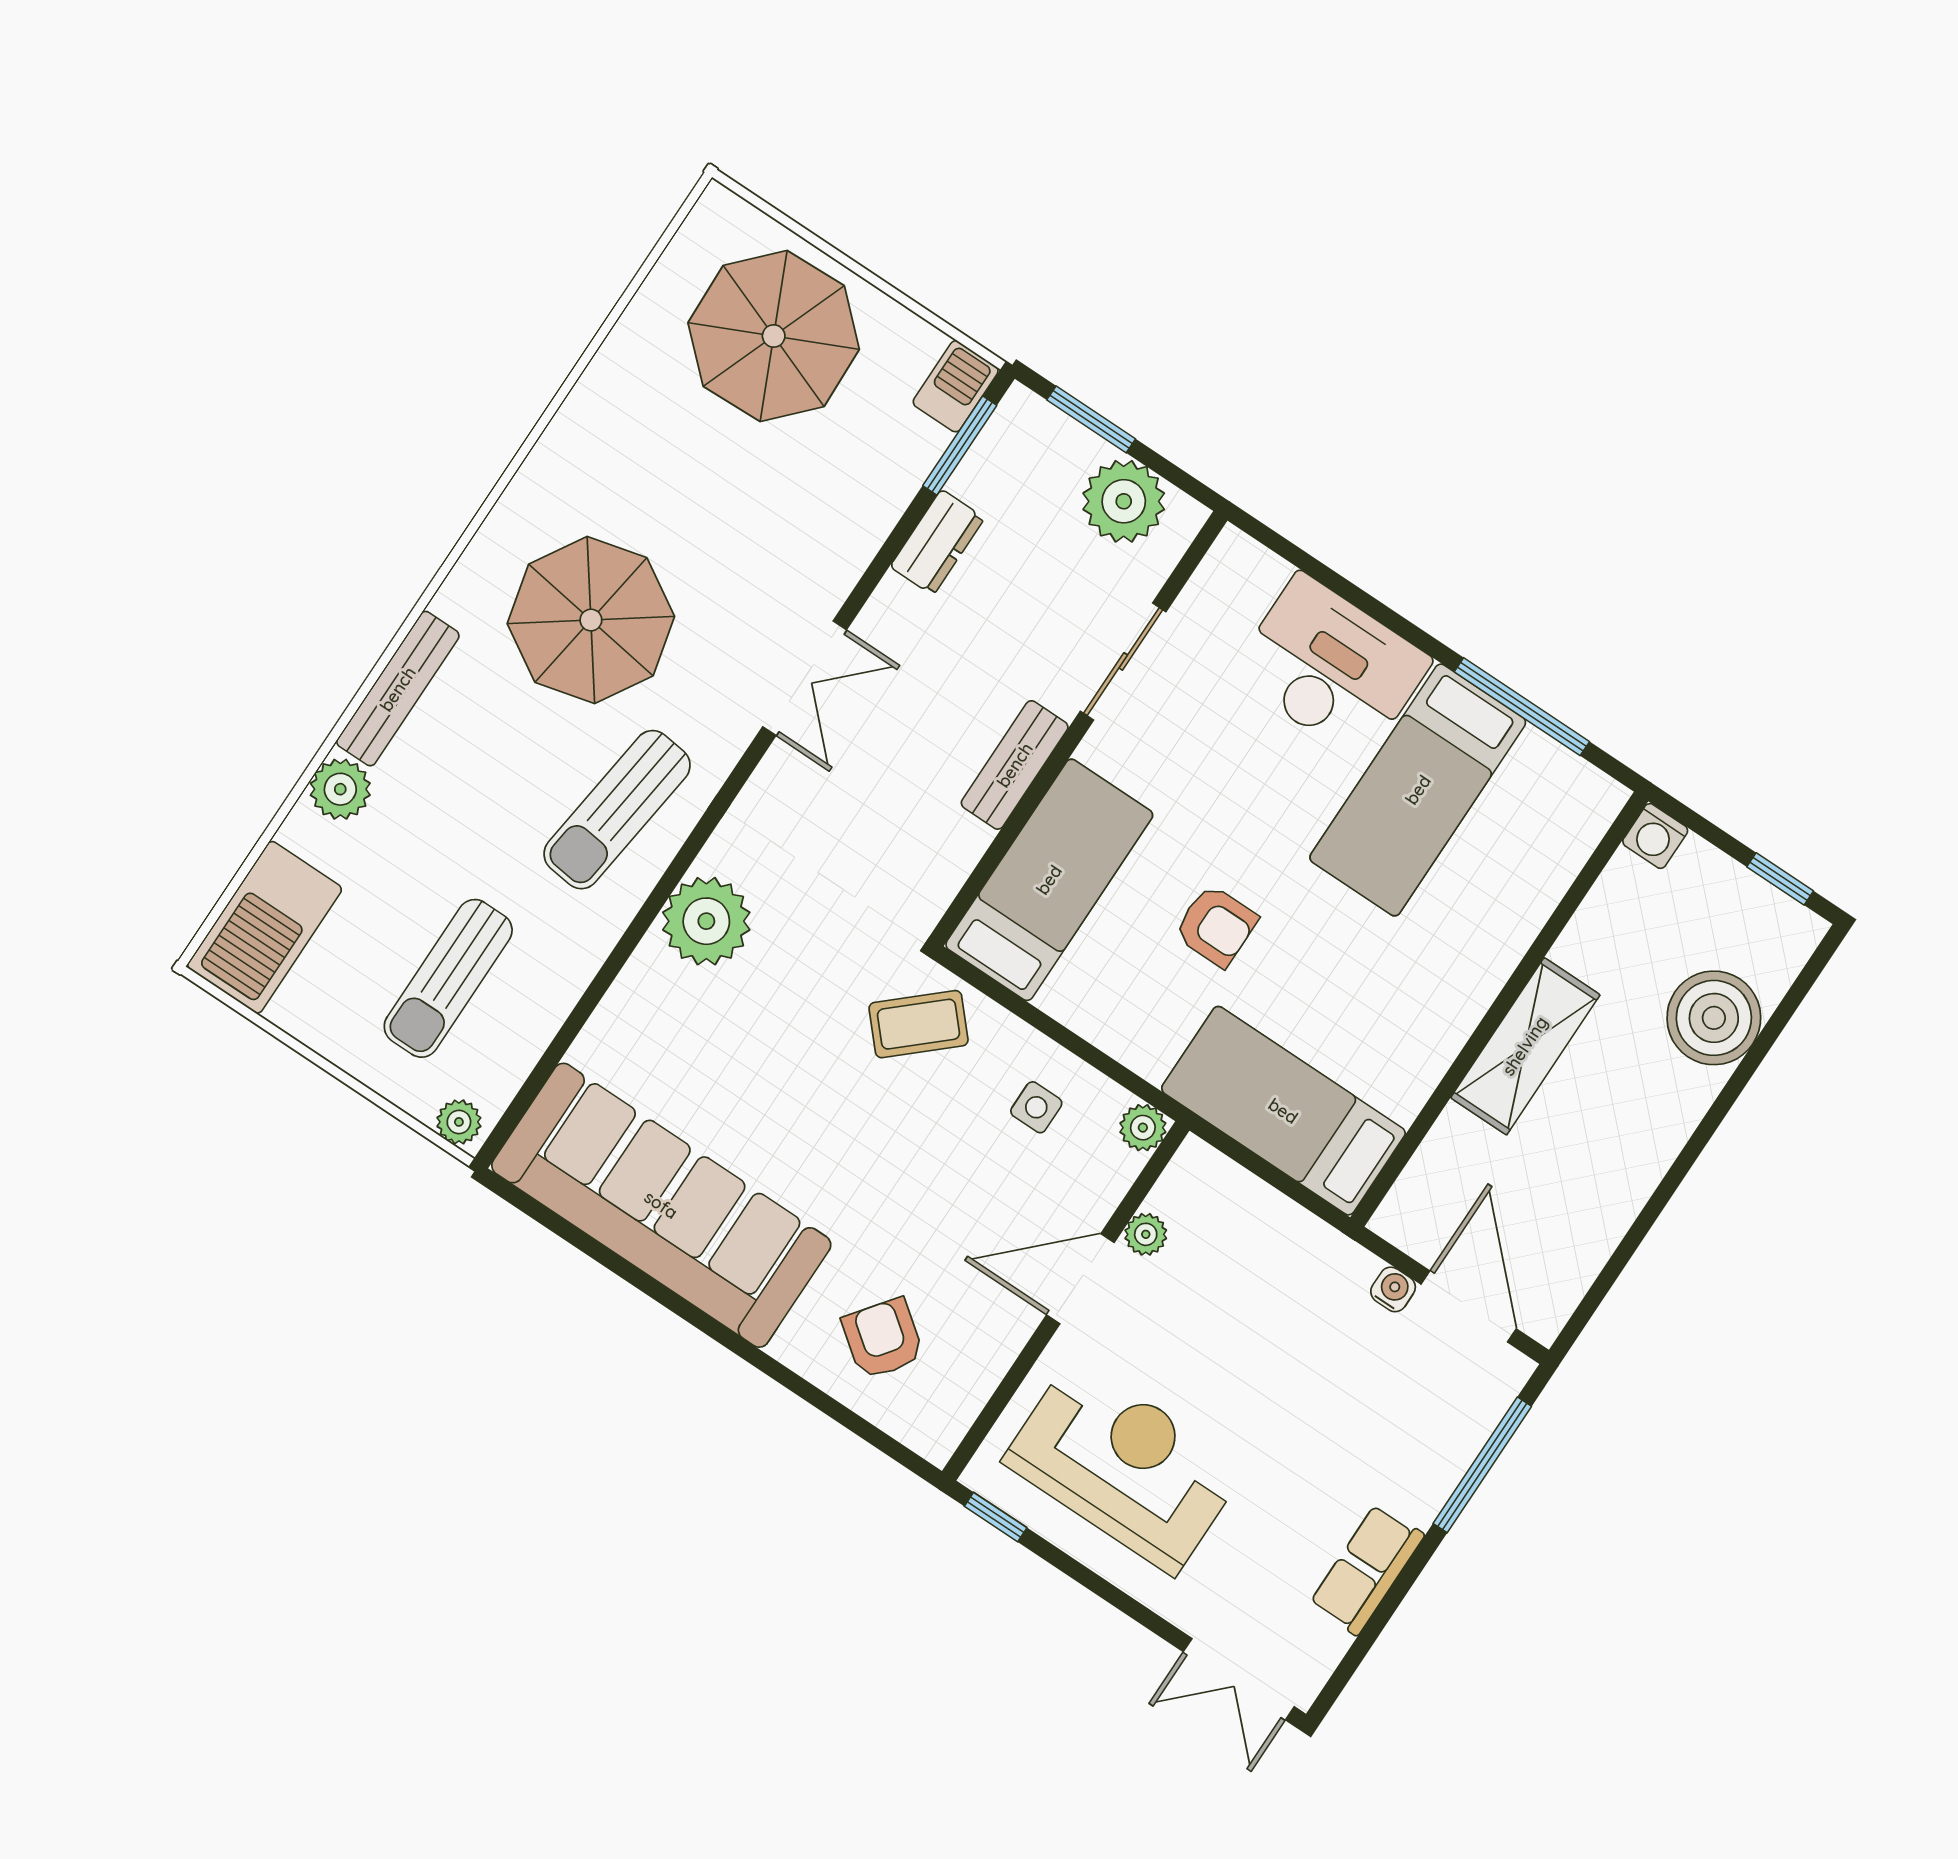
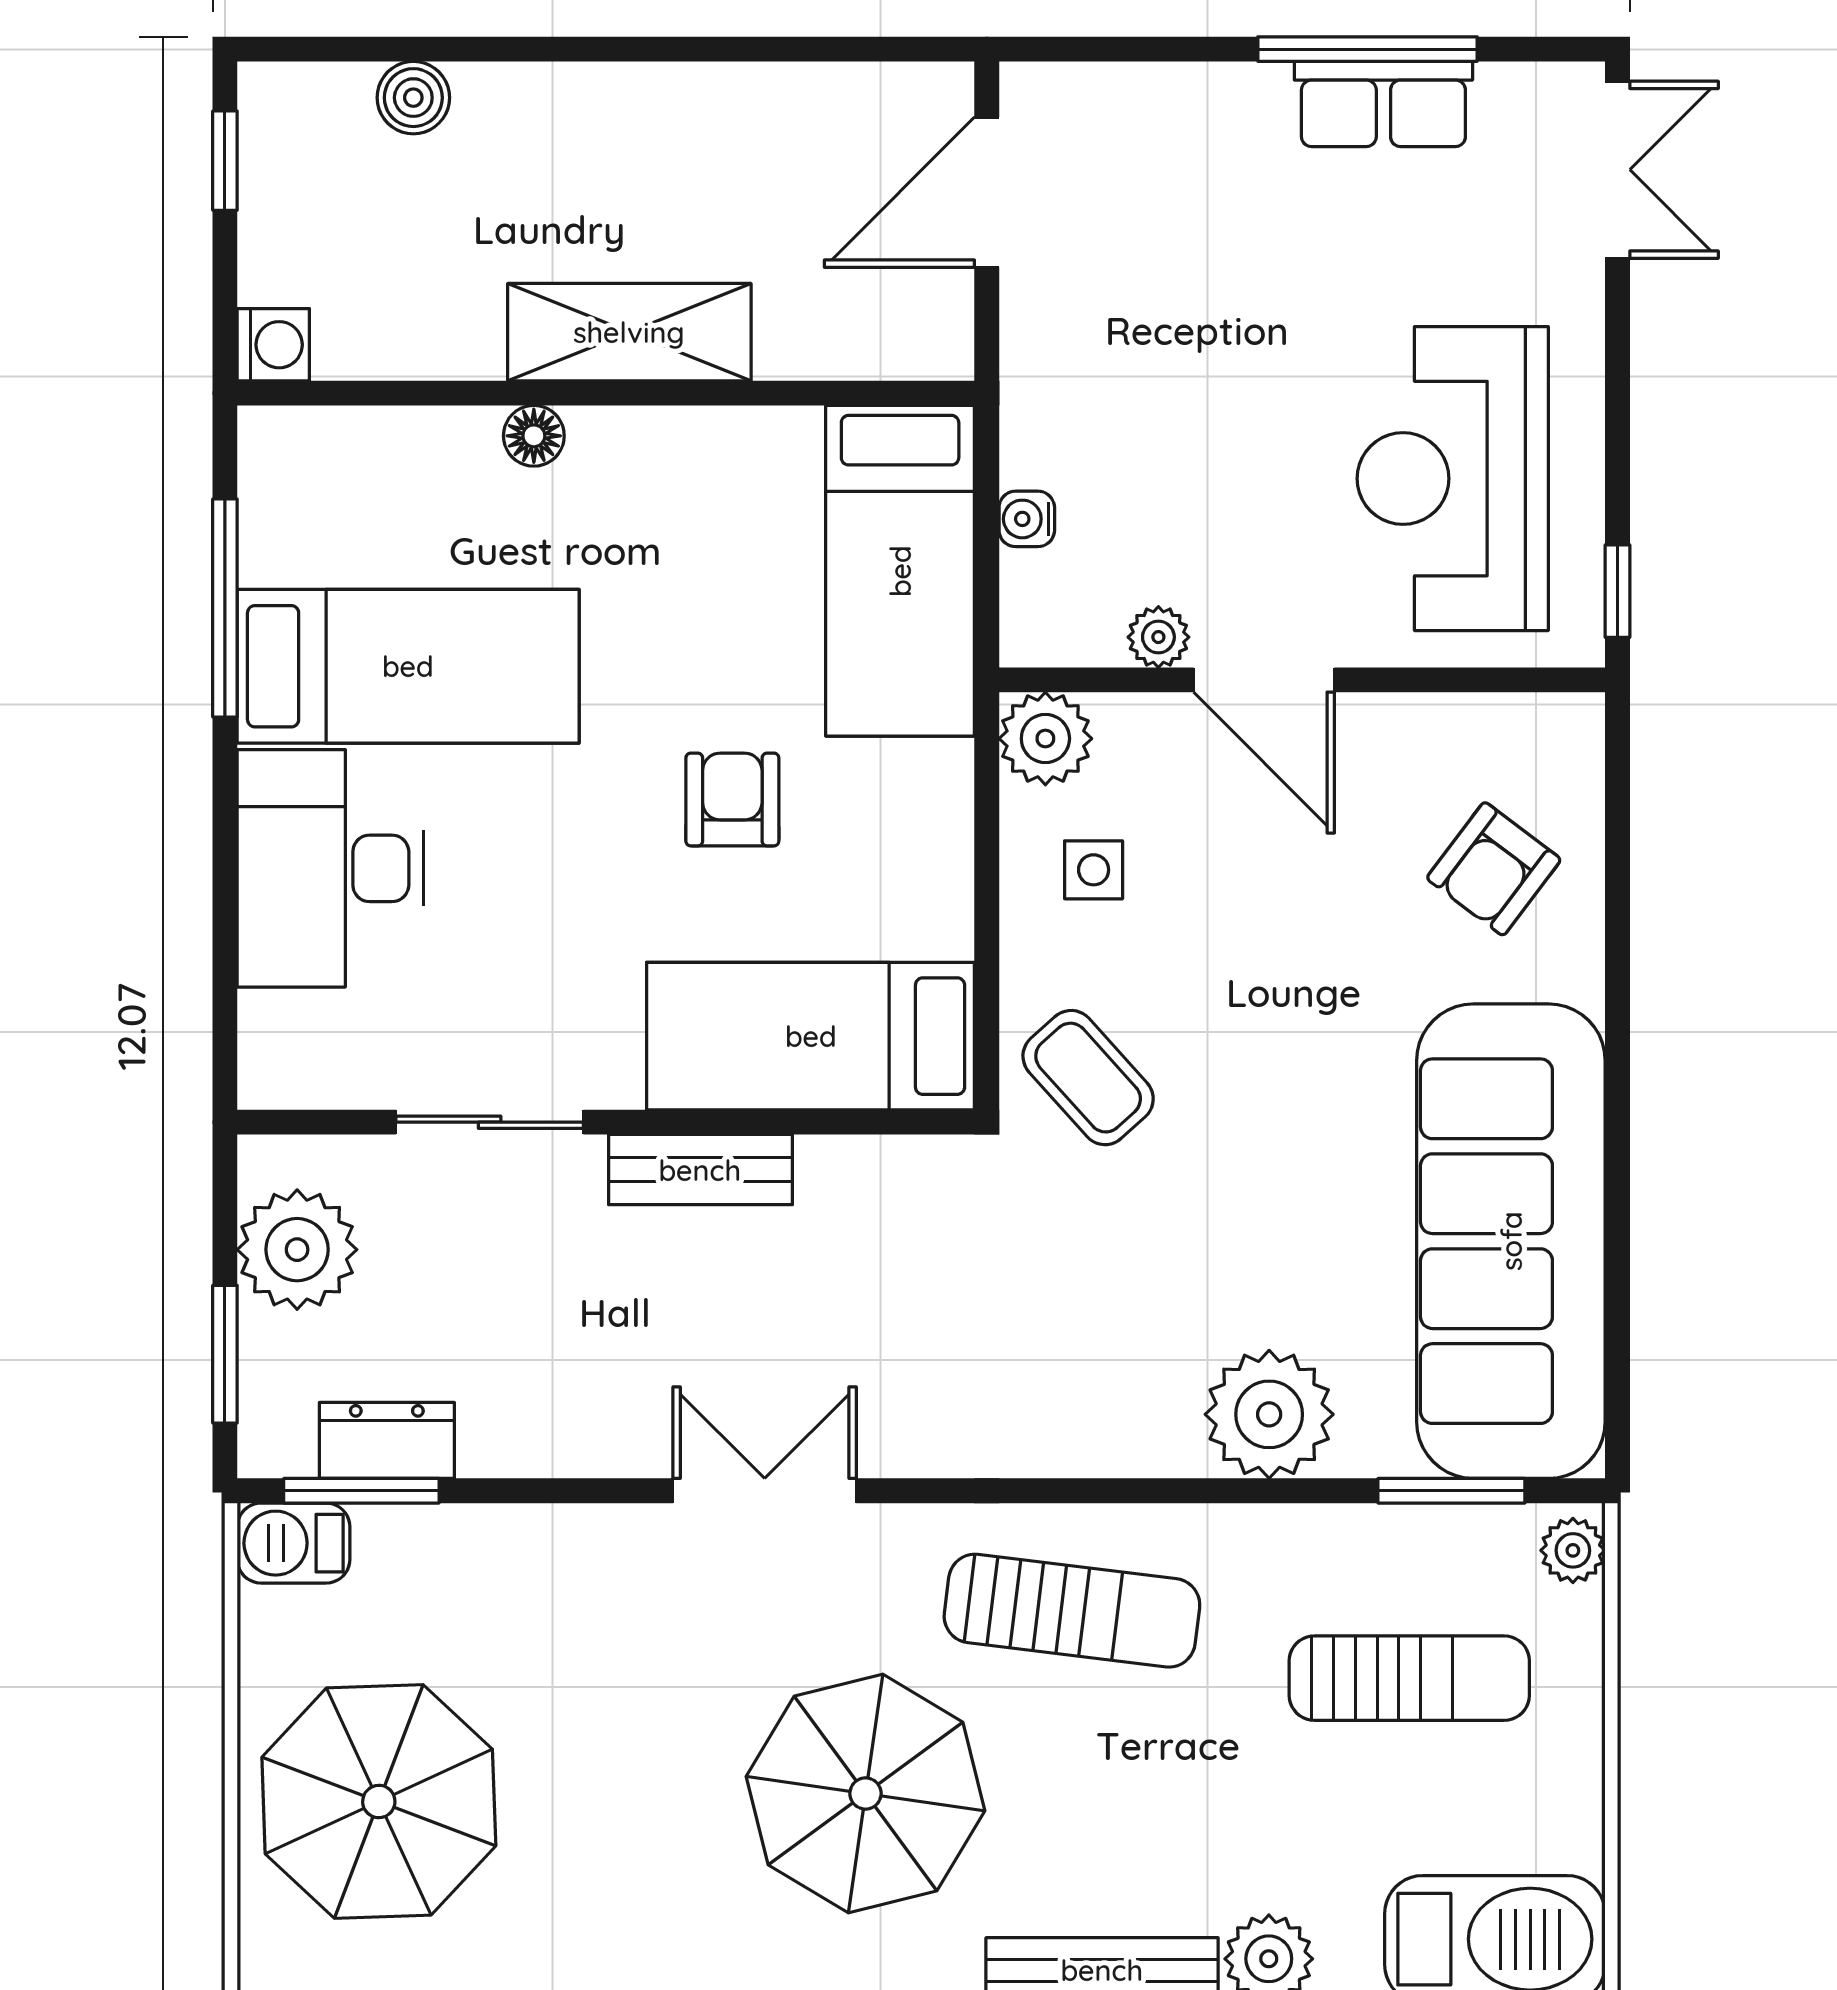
dresser: (937, 542) -> (387, 1440), moved
plant: (706, 921) -> (1269, 1414), moved
floor lamp: (1502, 951) -> (534, 436), added
boiler: (1714, 1018) -> (413, 98), width x0.54, depth x0.54
window: (540, 1075) -> (1451, 1491), added
plant: (1143, 1128) -> (1045, 739), width x1.38, depth x1.38
water cooler: (1393, 1289) -> (1027, 519), moved
window: (1482, 1465) -> (1368, 49), moved

